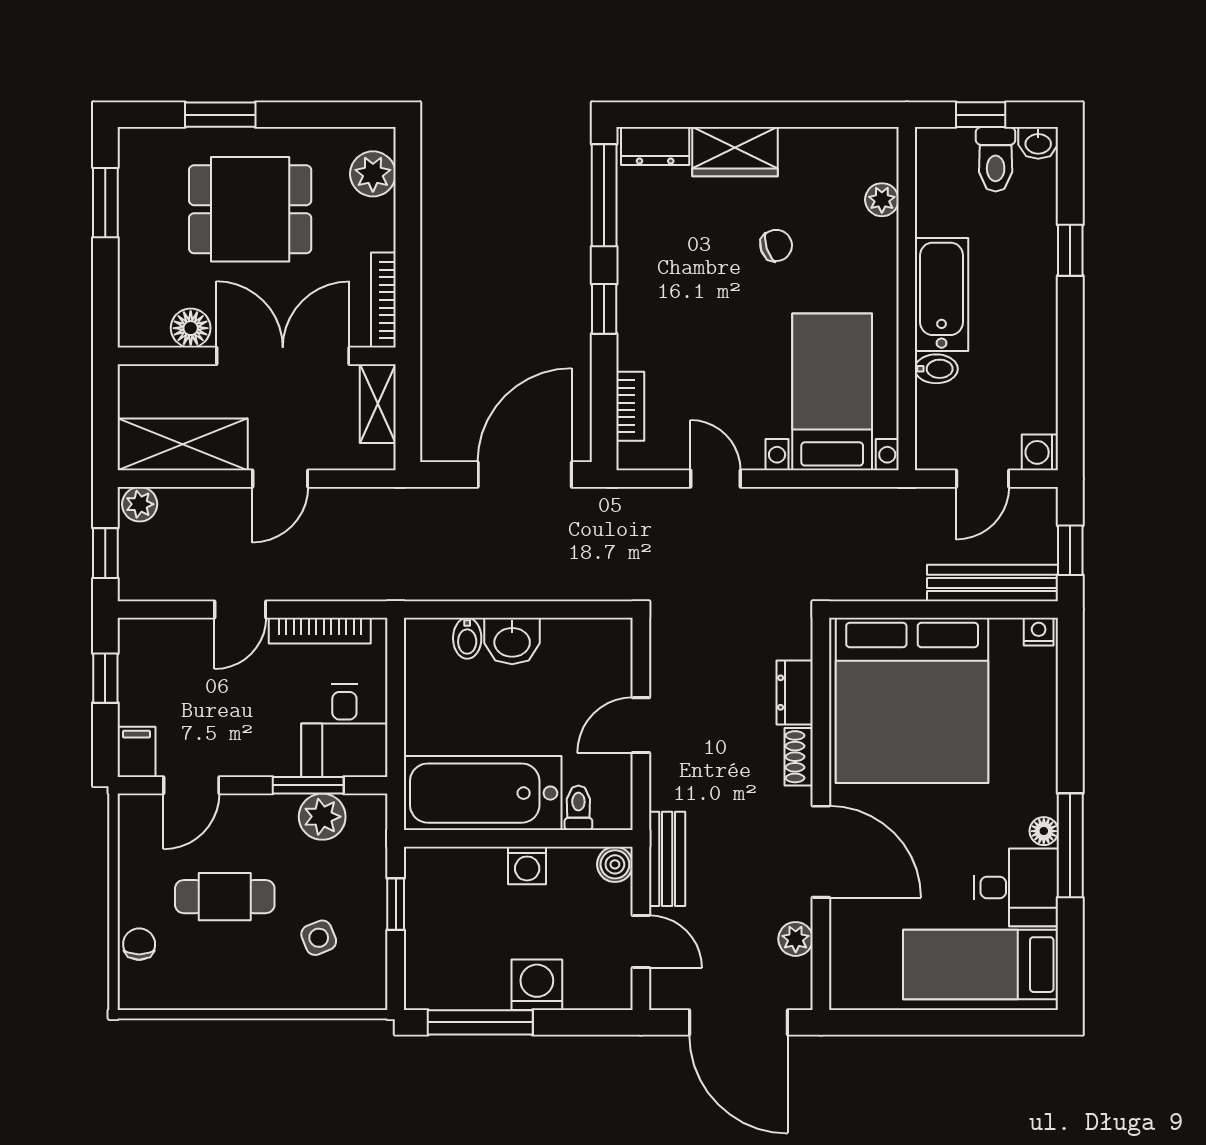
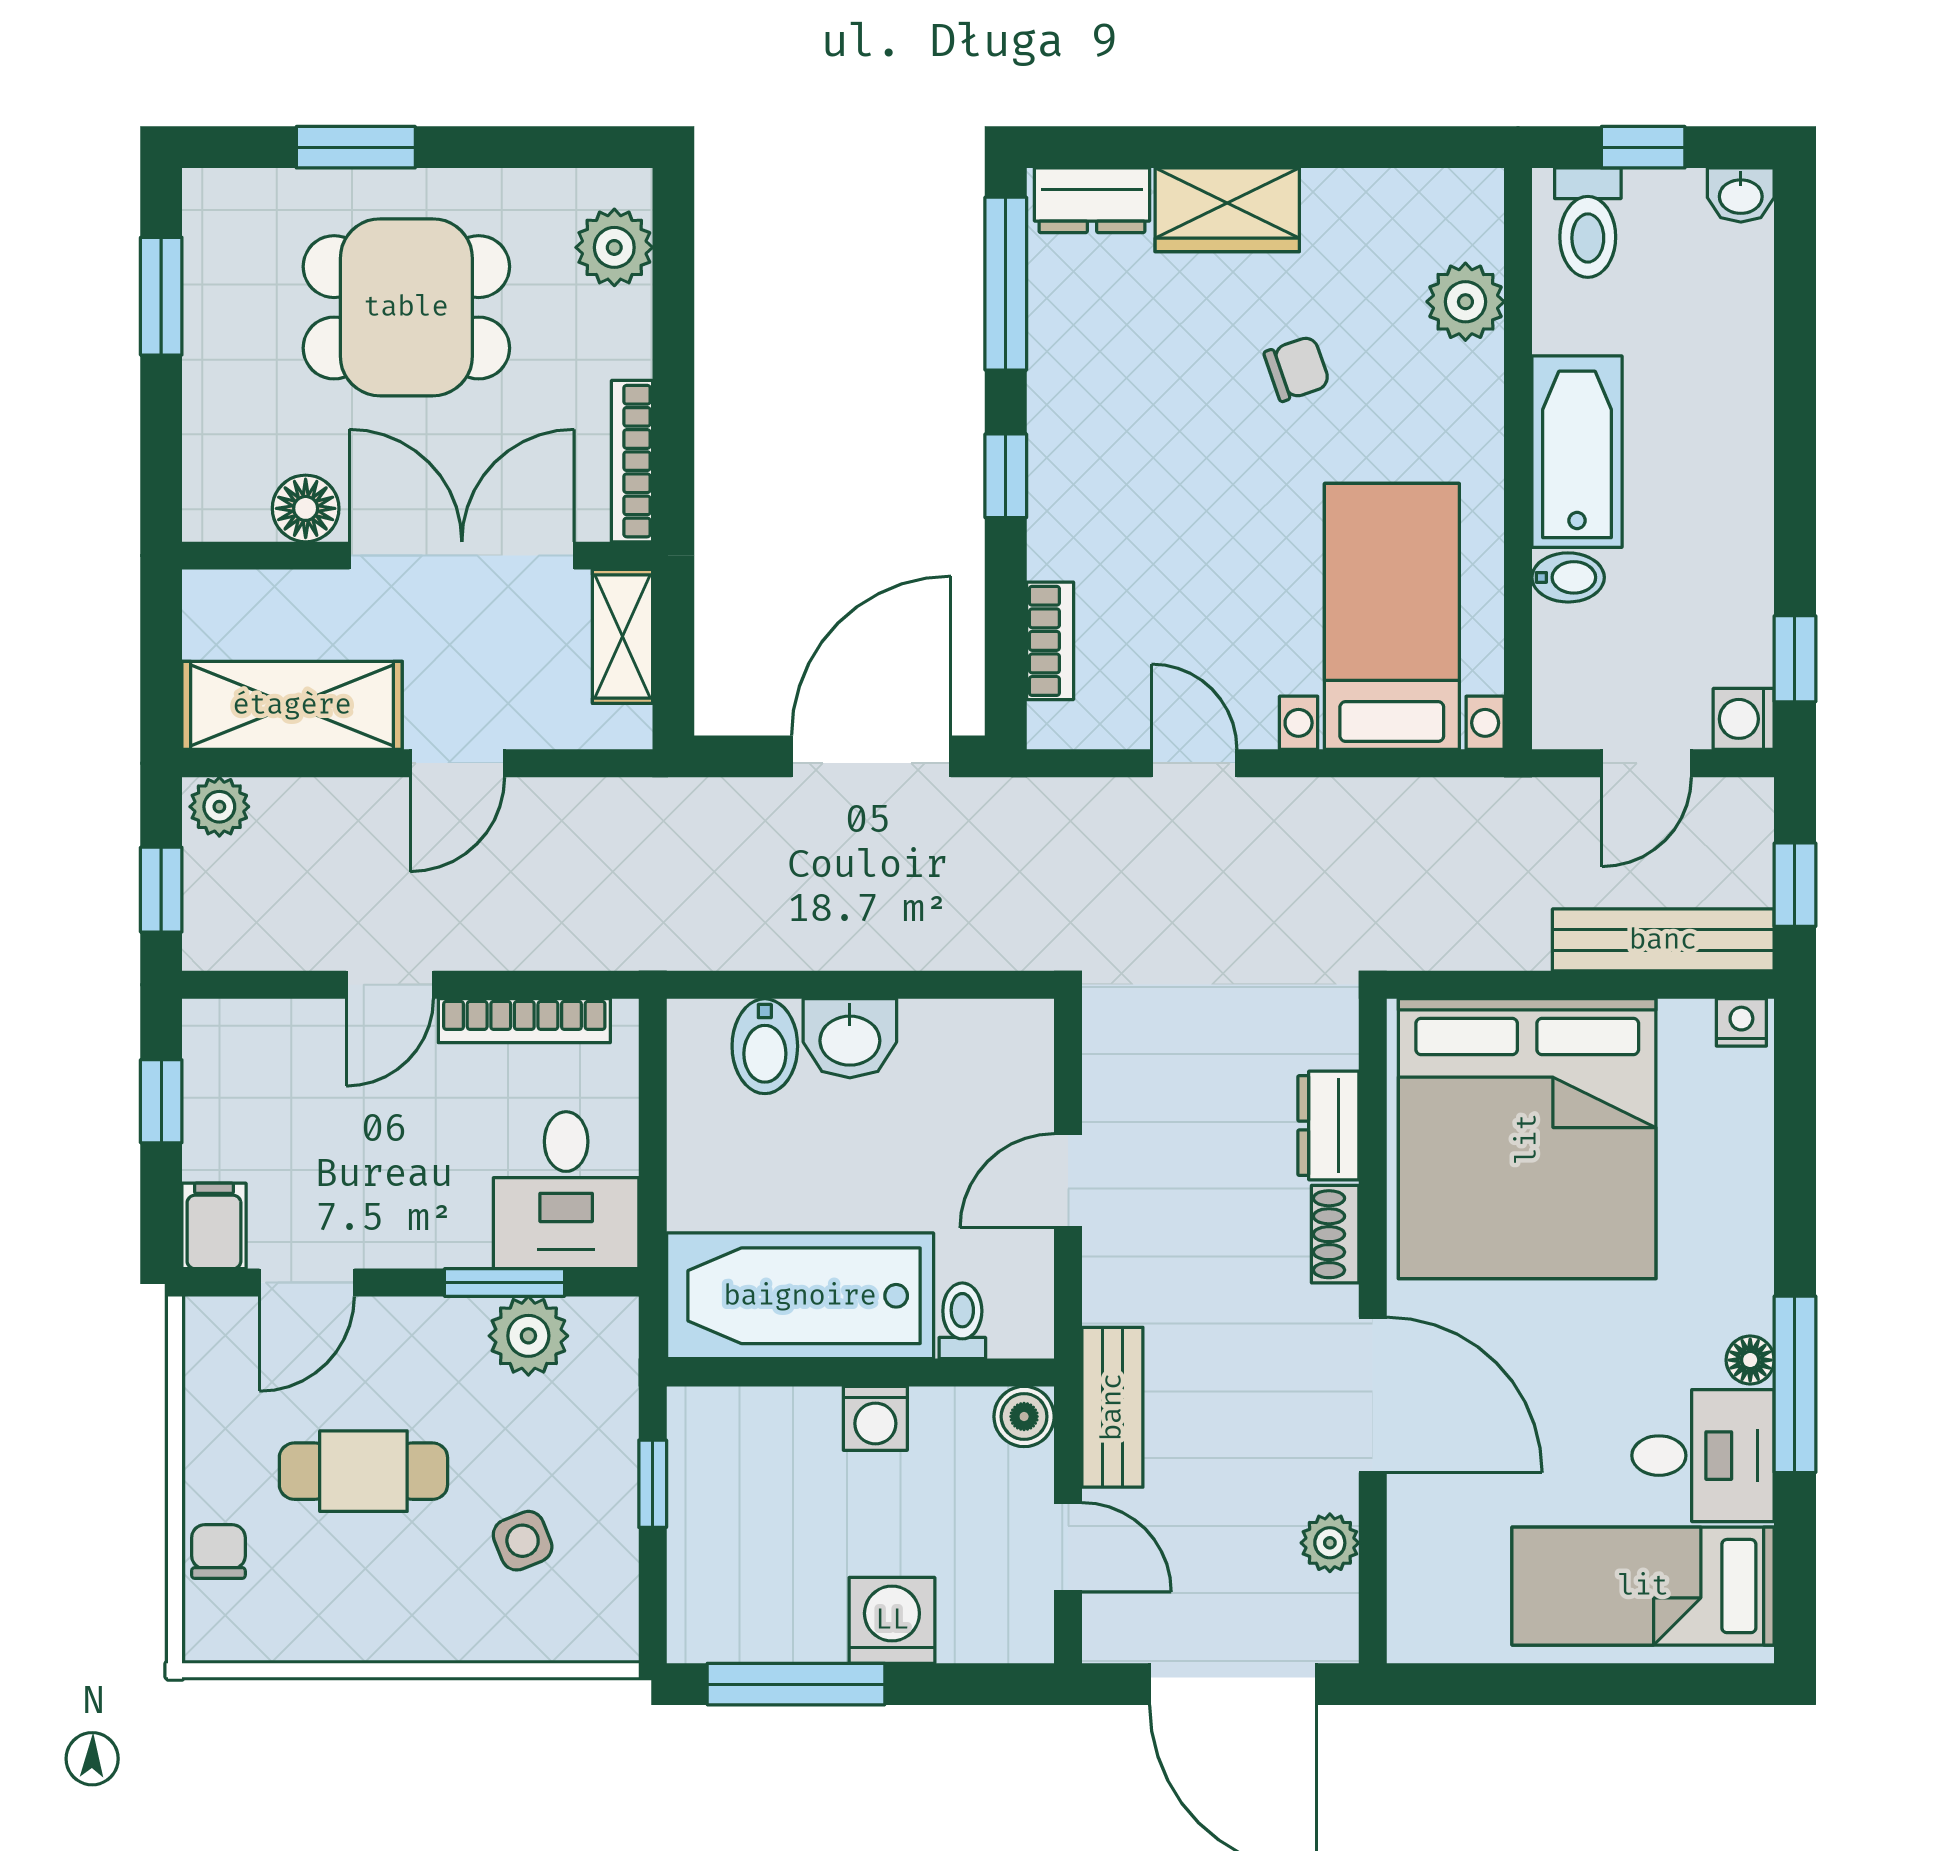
toilet: (996, 159) -> (1588, 223), moved
plant: (882, 200) -> (1465, 302), width x1.38, depth x1.38
window: (1070, 250) -> (1795, 659), moved
bidet: (467, 638) -> (765, 1046), width x1.38, depth x1.36

